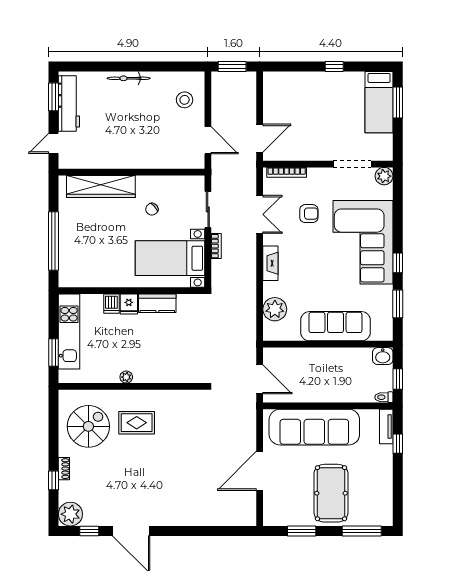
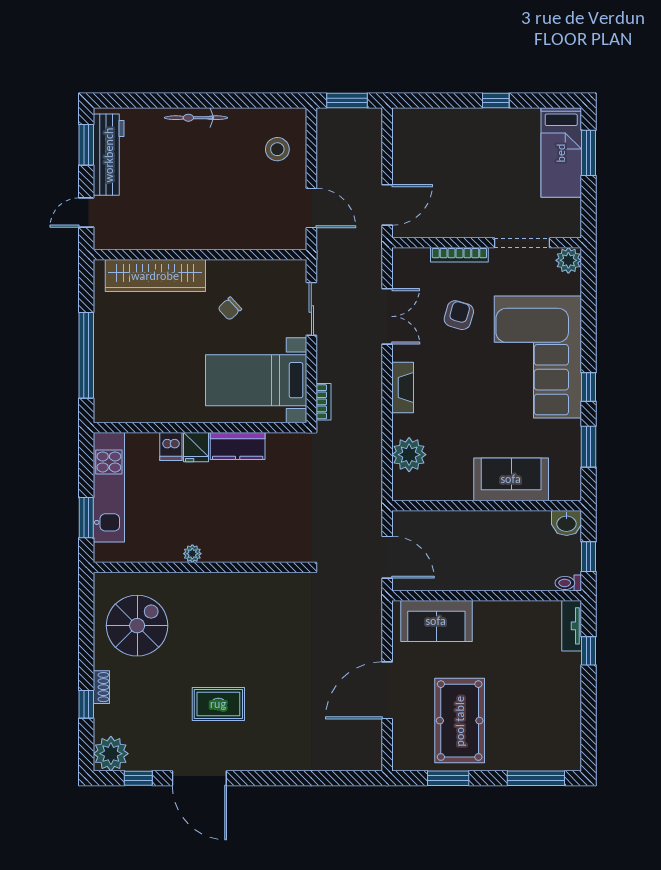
bookcase: (287, 172) -> (459, 255), moved
armchair: (309, 214) -> (459, 315), turned -74
bookcase: (216, 246) -> (323, 402), moved
sofa: (335, 326) -> (511, 479), width x0.73
rug: (137, 423) -> (218, 704), moved
sofa: (314, 427) -> (436, 621), width x0.54, depth x0.79
pool table: (331, 493) -> (460, 721), moved

